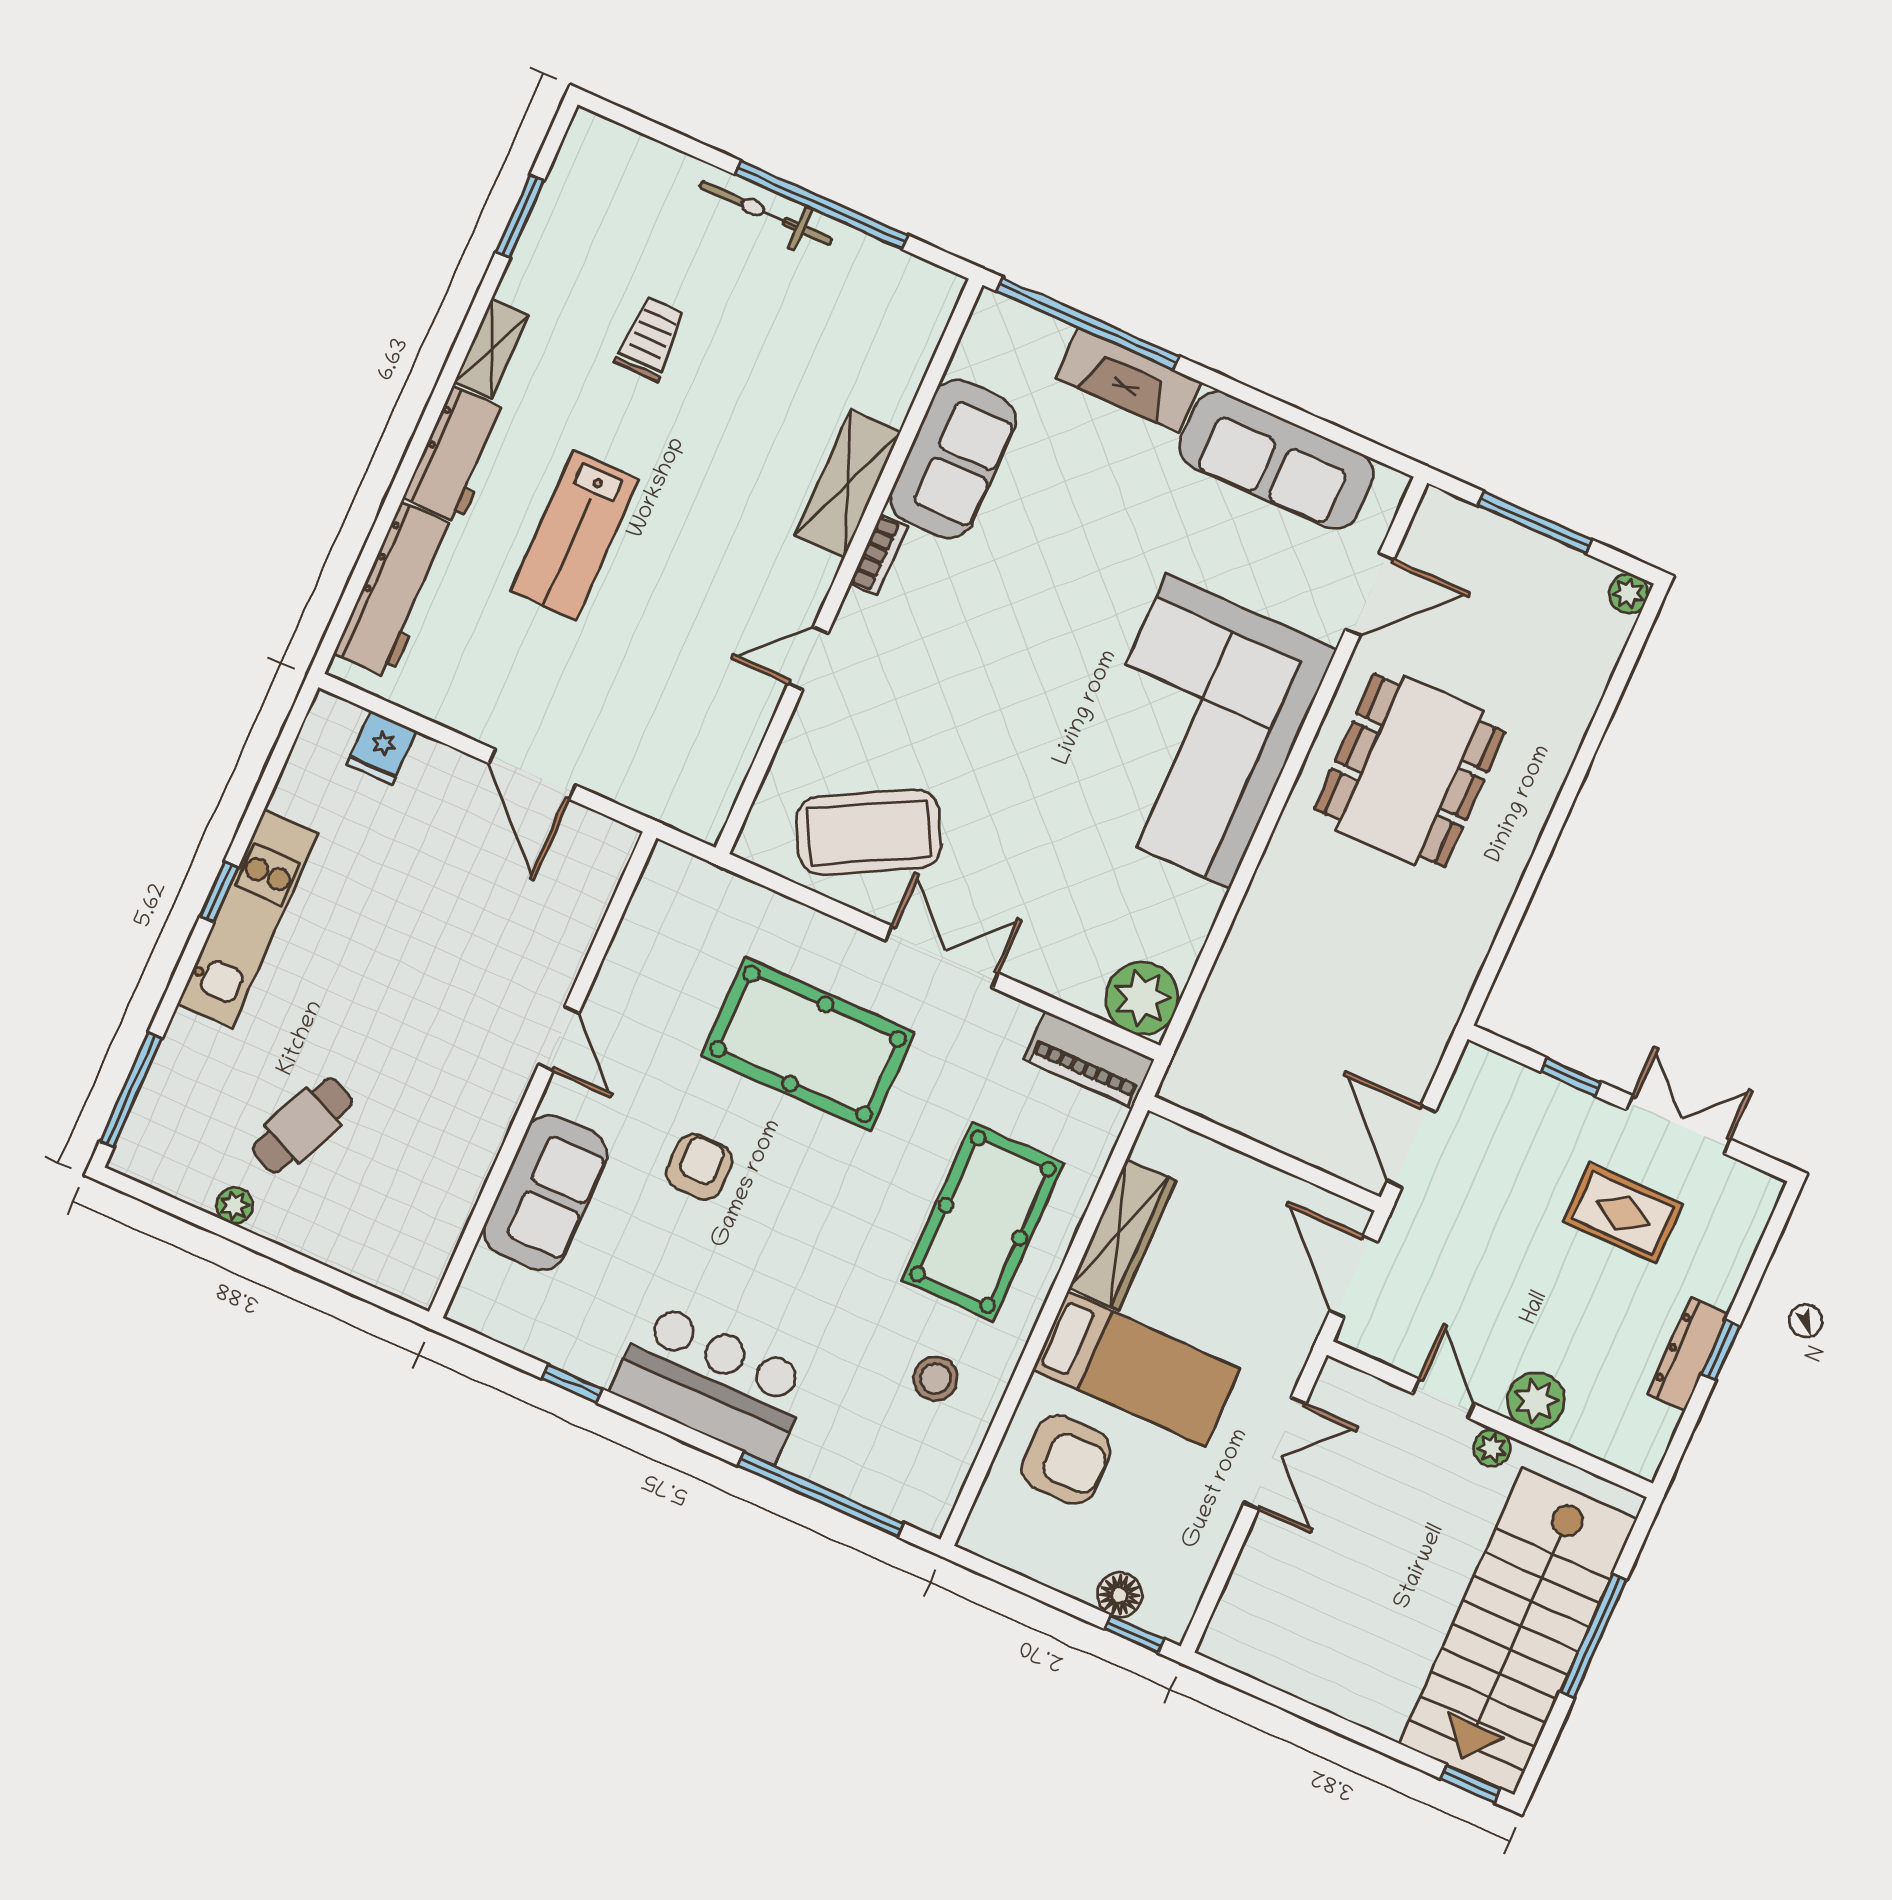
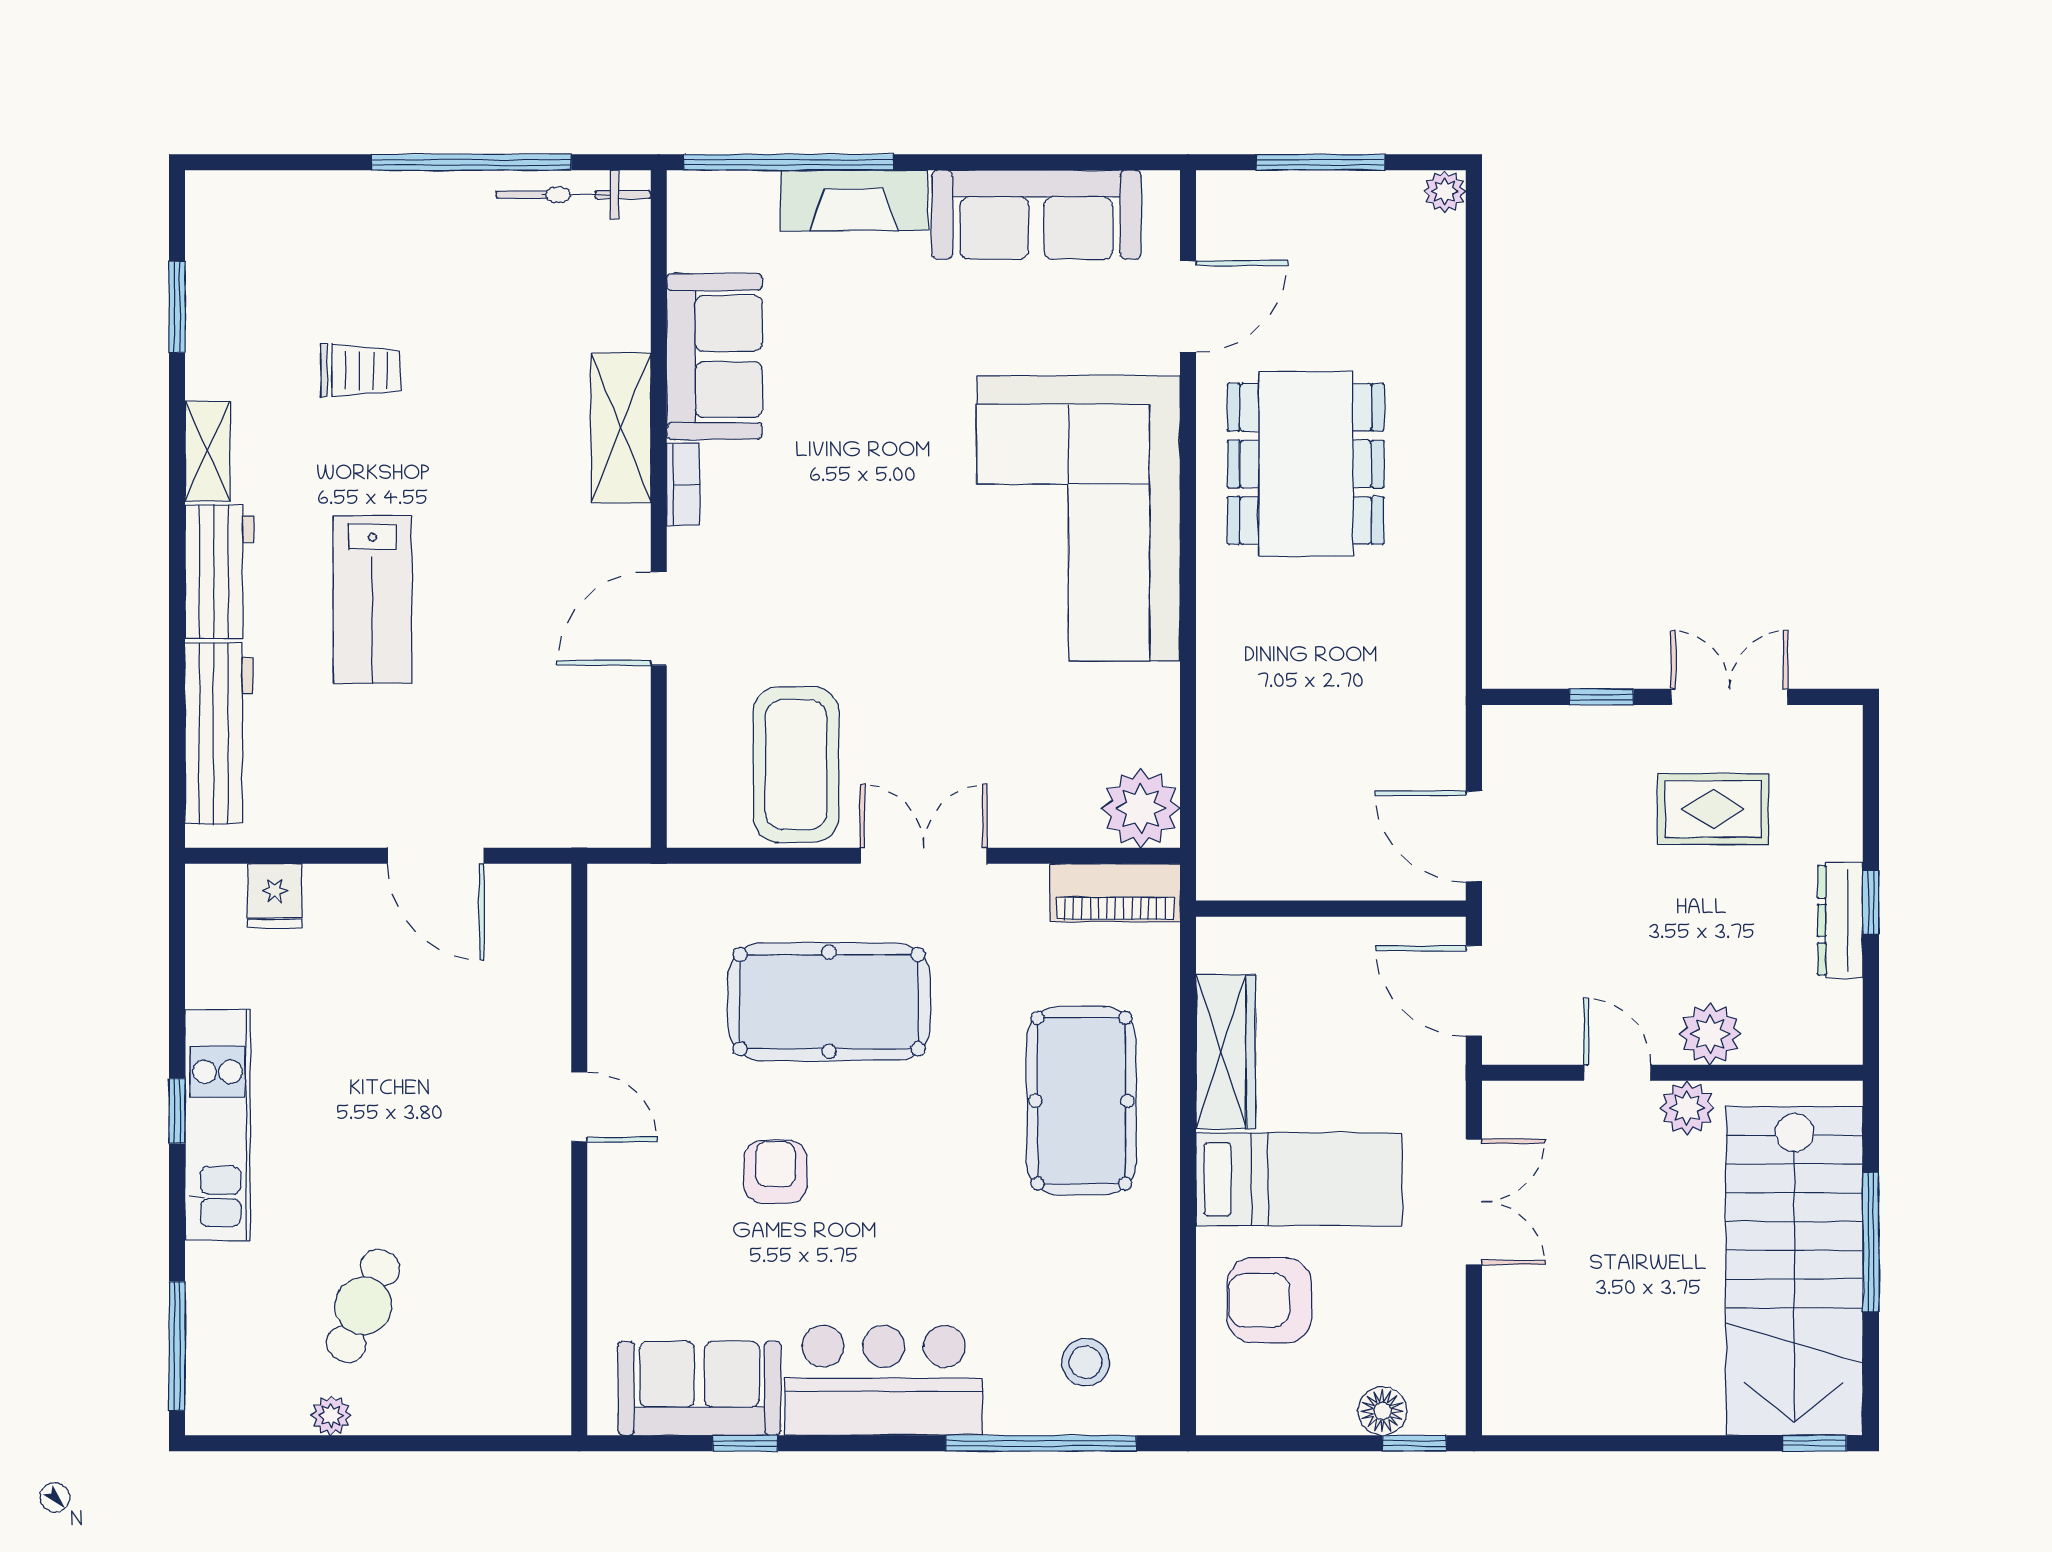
bicycle: (766, 213) -> (574, 195), moved
trolley: (650, 338) -> (361, 371), turned 90
door: (808, 658) -> (659, 618), width x1.38
coffee table: (869, 832) -> (796, 764), turned -62
sofa: (546, 1193) -> (699, 1388), moved, turned -90
stool: (935, 1378) -> (1086, 1362), moved
plant: (1492, 1448) -> (1687, 1108), width x1.38, depth x1.38
armchair: (1066, 1460) -> (1269, 1300), turned 180

